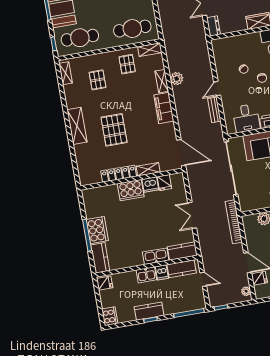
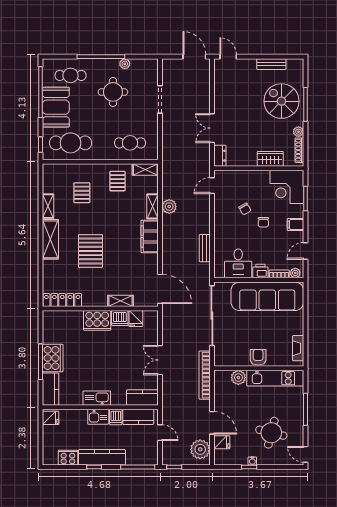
cafe table: (132, 29) -> (130, 143), width x0.73, depth x0.74
shelving: (66, 73) -> (48, 206), moved
door: (217, 89) -> (212, 186), moved
locker: (119, 174) -> (62, 300), moved
kitchen sink: (156, 256) -> (97, 398), moved
plant: (246, 291) -> (200, 449), width x1.87, depth x1.87
kitchen counter: (149, 311) -> (102, 457), width x1.50
cooker: (110, 316) -> (68, 458), moved, turned -90

